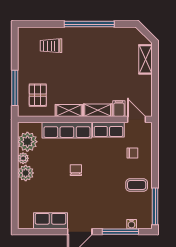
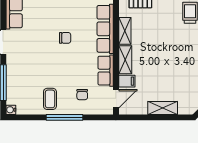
shelving: (146, 59) -> (163, 108), moved
window: (155, 206) -> (65, 117), moved
water cooler: (132, 224) -> (11, 110), moved

